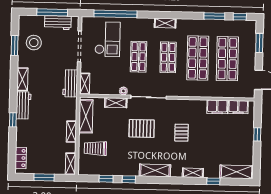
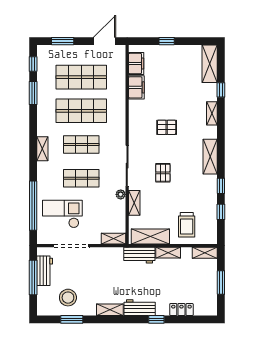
workbench: (70, 83) -> (139, 255), moved
pallet: (142, 128) -> (163, 173), width x0.67, depth x0.71
locker: (21, 158) -> (181, 309), moved

